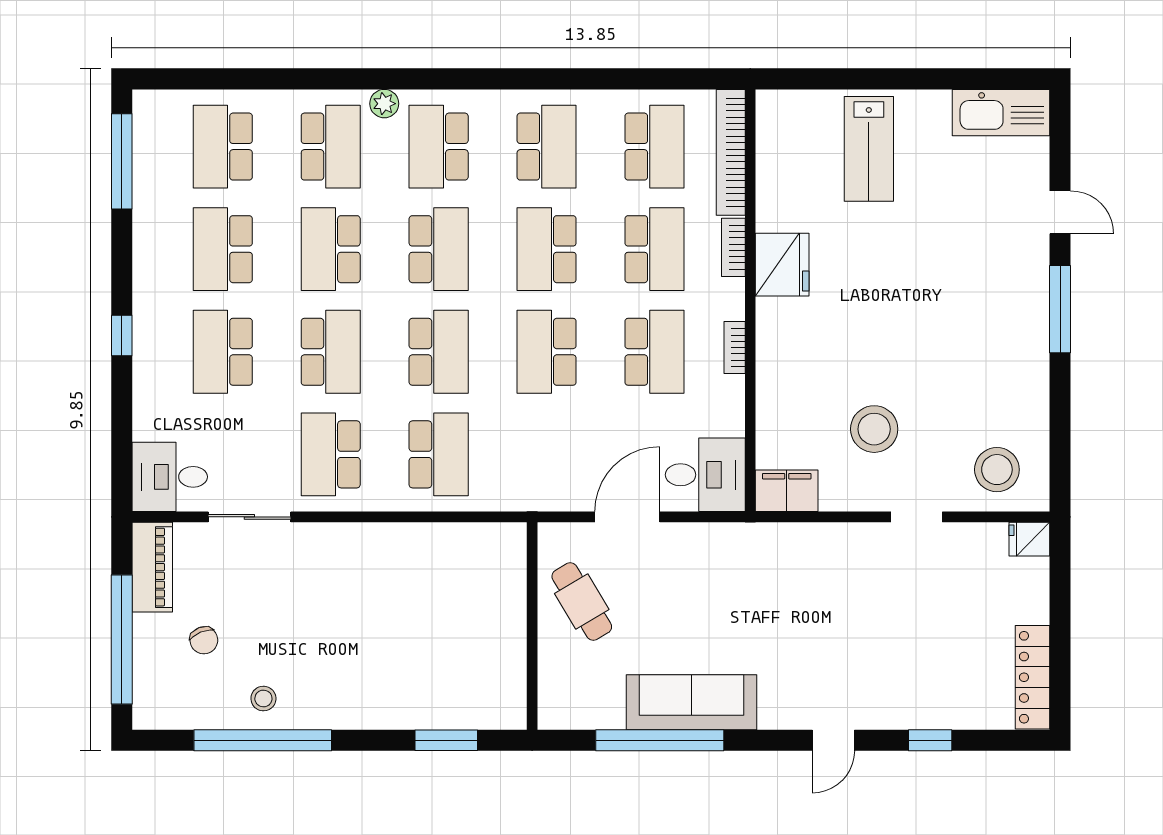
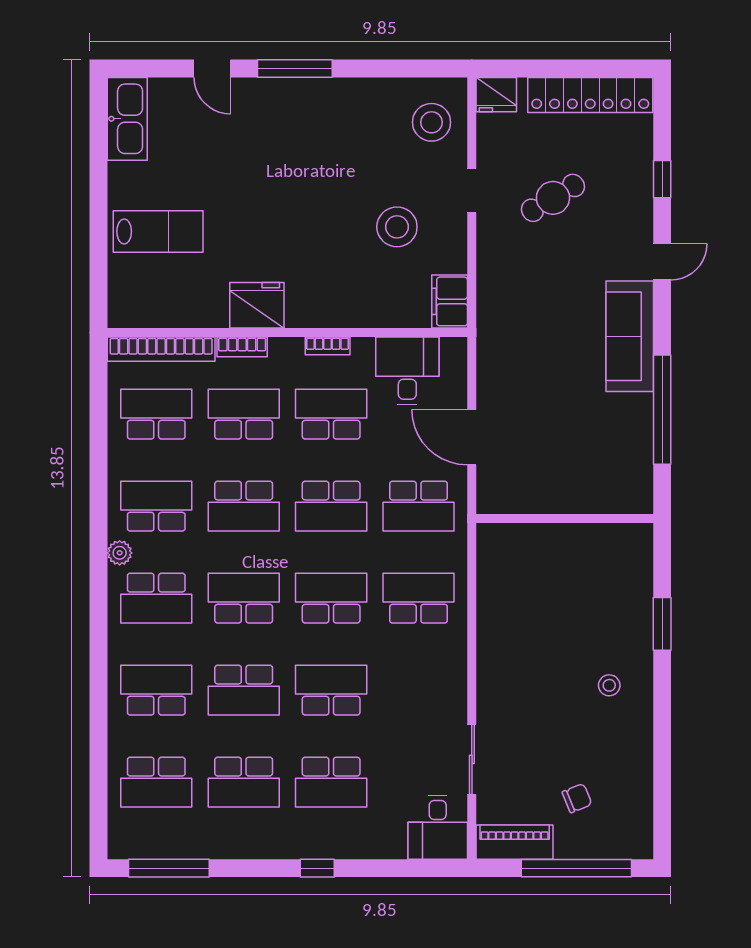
plant: (384, 104) -> (120, 553), moved
door: (1060, 212) -> (212, 68), swing flipped
school desk: (331, 454) -> (419, 506), moved
desk: (705, 475) -> (407, 371), moved
fridge: (1029, 539) -> (496, 95), width x1.38
cafe table: (582, 602) -> (553, 198), moved
locker: (1033, 677) -> (590, 95), width x1.41, depth x1.21
stool: (263, 699) -> (609, 685), moved
sofa: (691, 702) -> (630, 336), moved
window: (263, 740) -> (662, 748), removed
window: (446, 740) -> (662, 624), moved
door: (833, 740) -> (662, 262), hinge flipped

